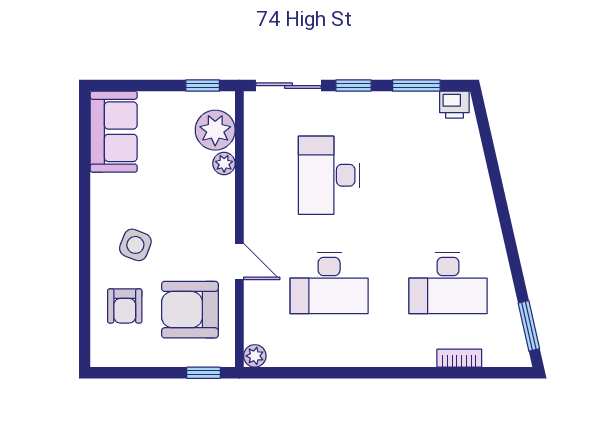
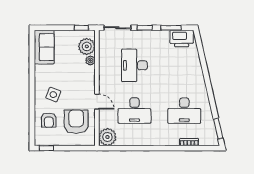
printer: (454, 105) -> (182, 38), width x1.87, depth x1.48
armchair: (190, 310) -> (76, 122), turned 90
plant: (255, 356) -> (107, 137), width x1.88, depth x1.88
window: (204, 373) -> (46, 148), moved

